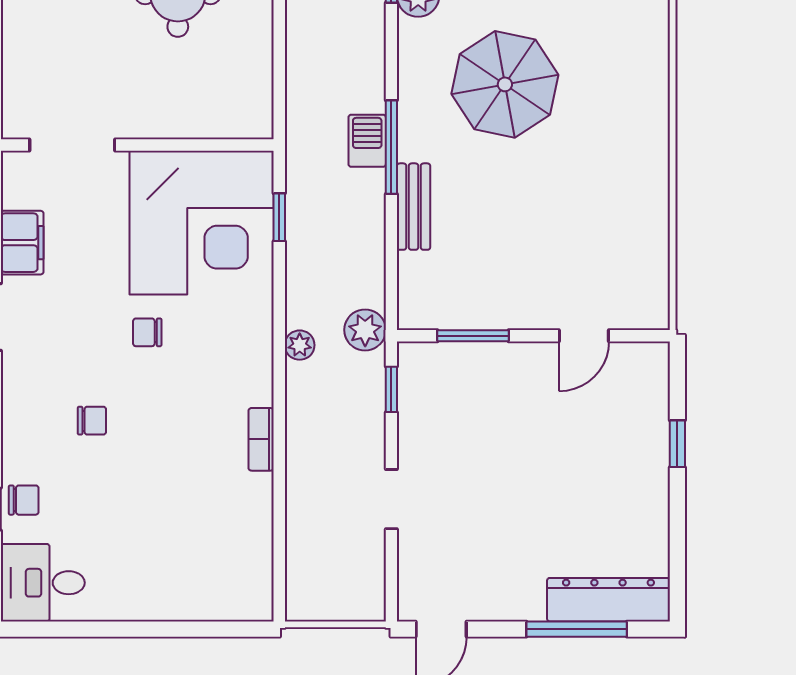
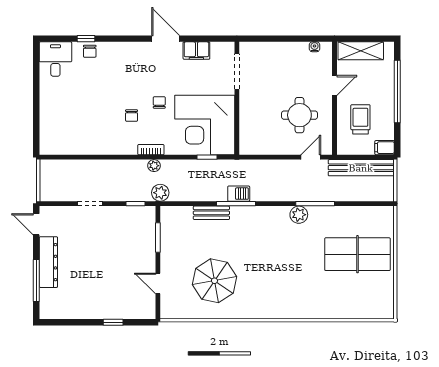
parasol: (505, 84) -> (214, 281), moved
chair: (92, 421) -> (132, 116), moved
bookcase: (261, 439) -> (151, 150), moved
dresser: (608, 600) -> (48, 262), moved

